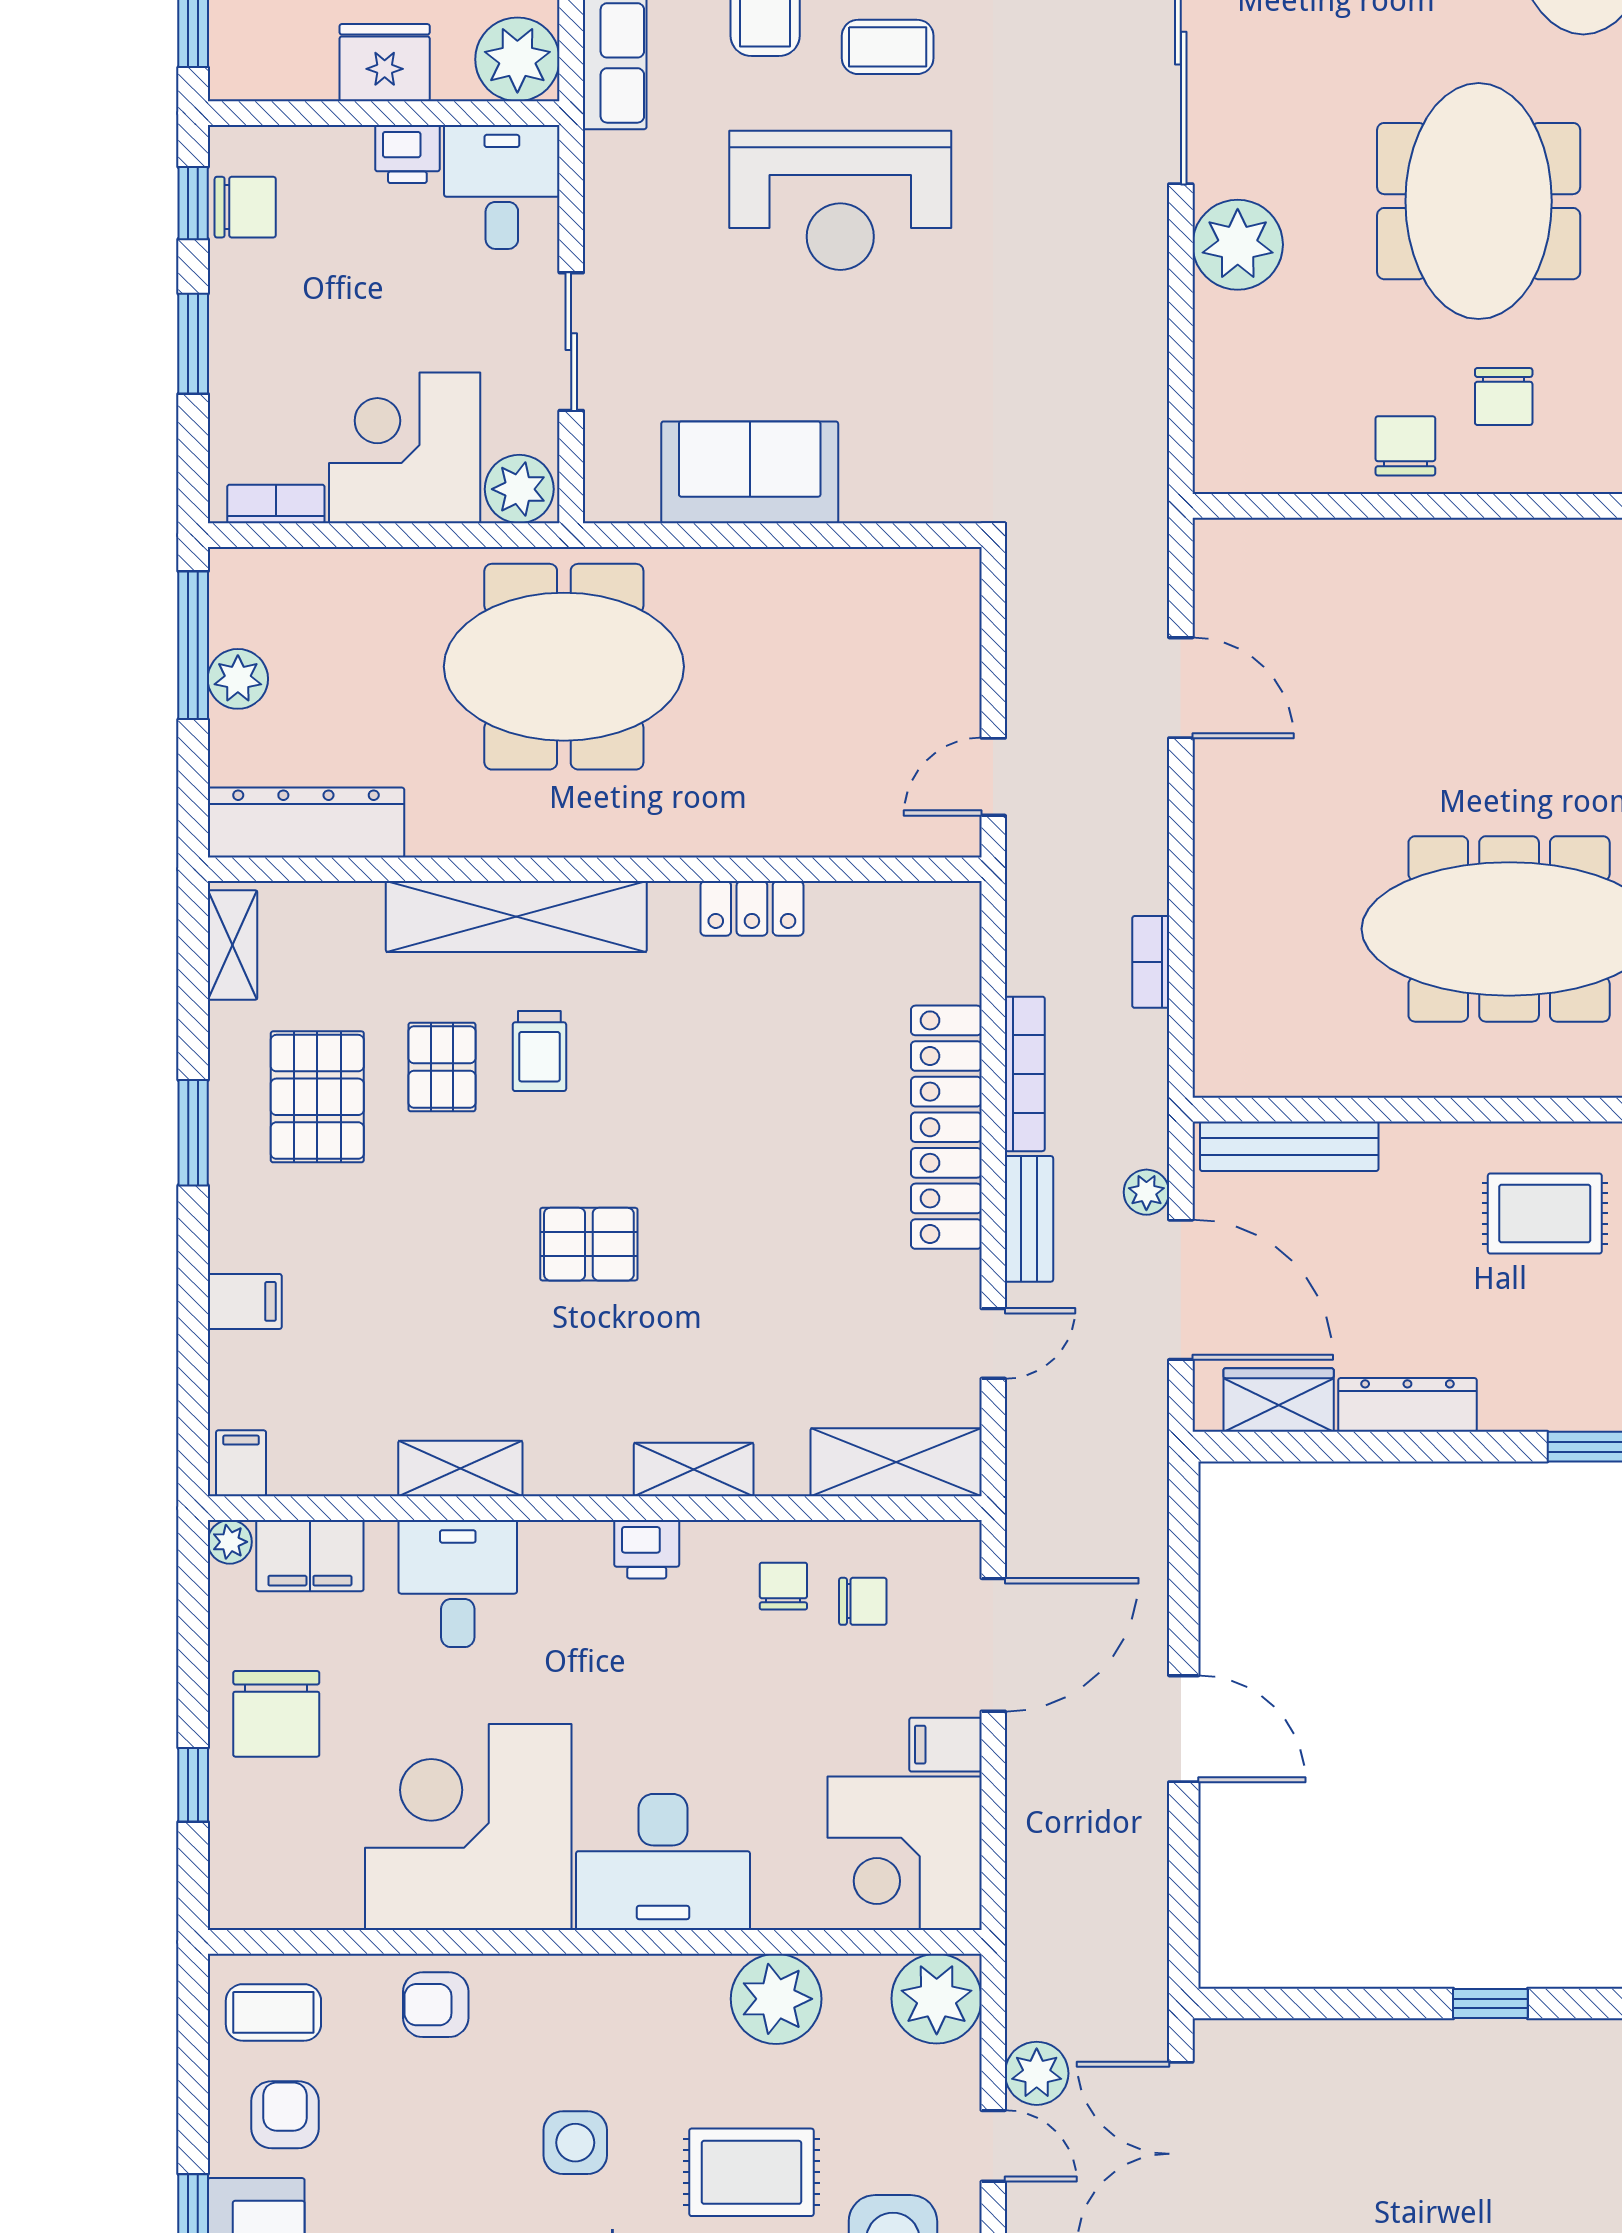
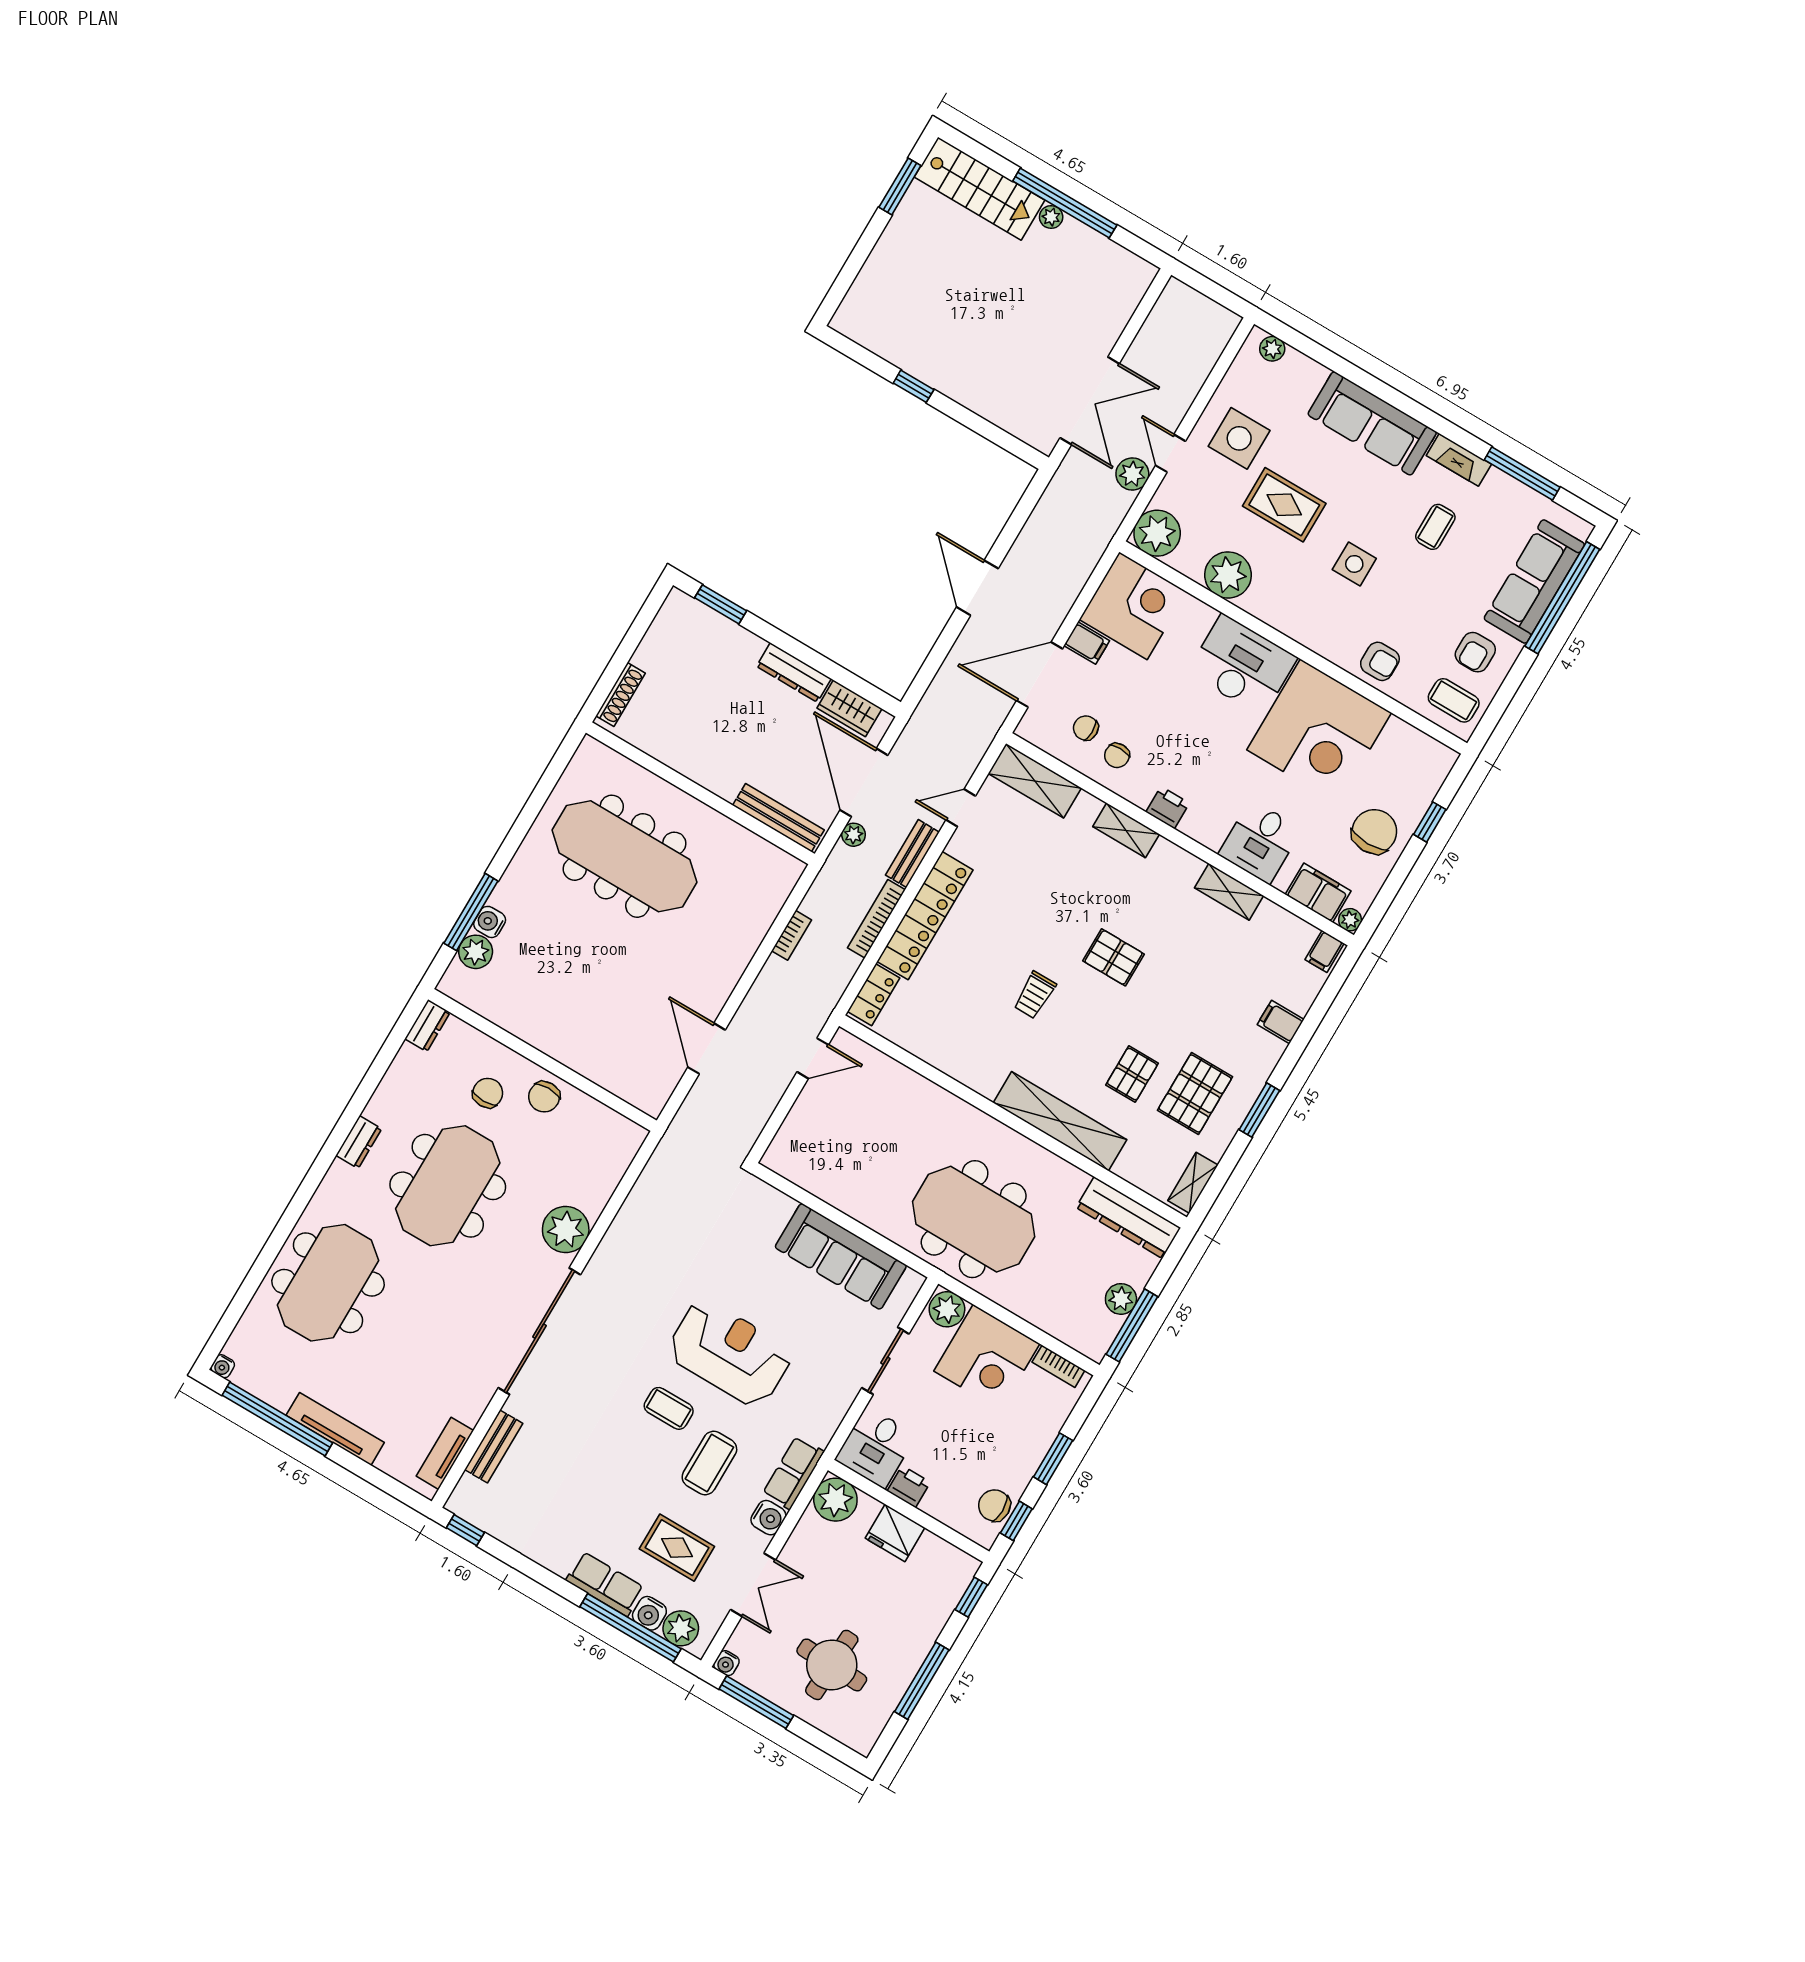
sofa: (750, 472) -> (841, 1256), width x1.36
locker: (752, 908) -> (874, 995), moved, turned 90
trolley: (539, 1051) -> (1035, 995), moved, turned 180
rug: (1545, 1213) -> (683, 721), removed

